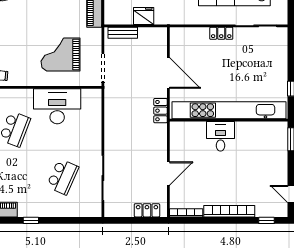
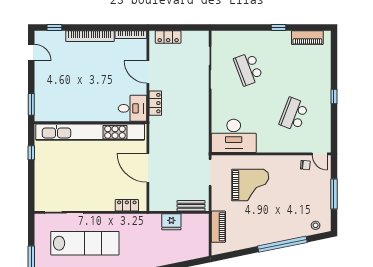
locker: (221, 33) -> (127, 205), moved
desk: (57, 106) -> (234, 136), moved
locker: (160, 111) -> (155, 103), moved
desk: (221, 136) -> (132, 108), moved, turned -90
door: (168, 173) -> (148, 72), hinge flipped
school desk: (63, 177) -> (248, 69), turned -45

